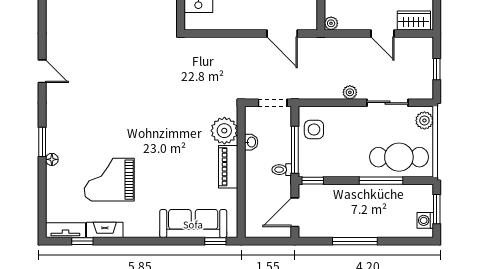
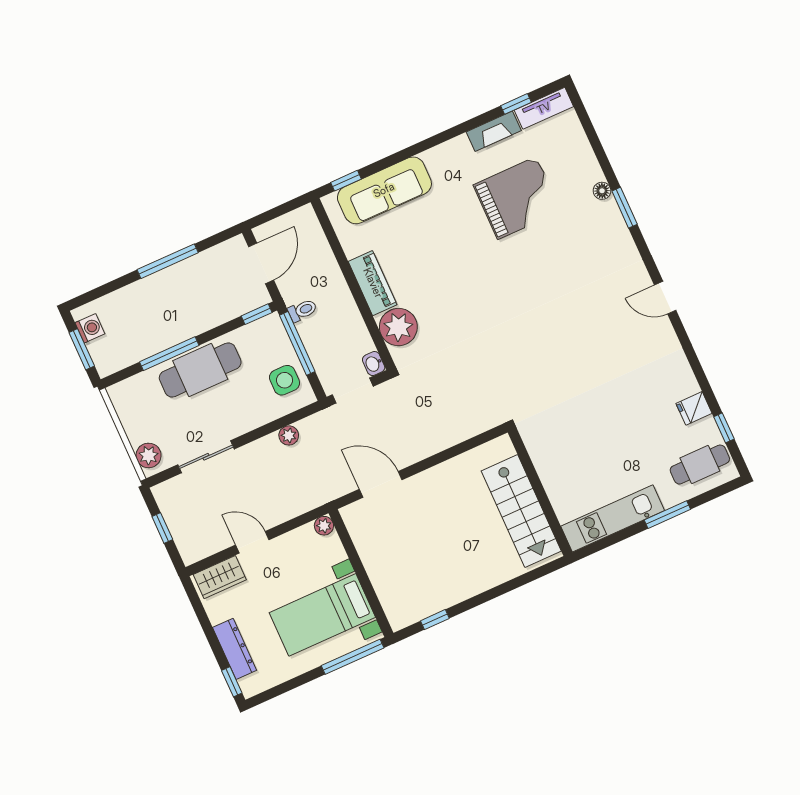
plant: (350, 92) -> (289, 435), moved
washbasin: (251, 142) -> (374, 364), moved
cafe table: (399, 157) -> (200, 370), moved

